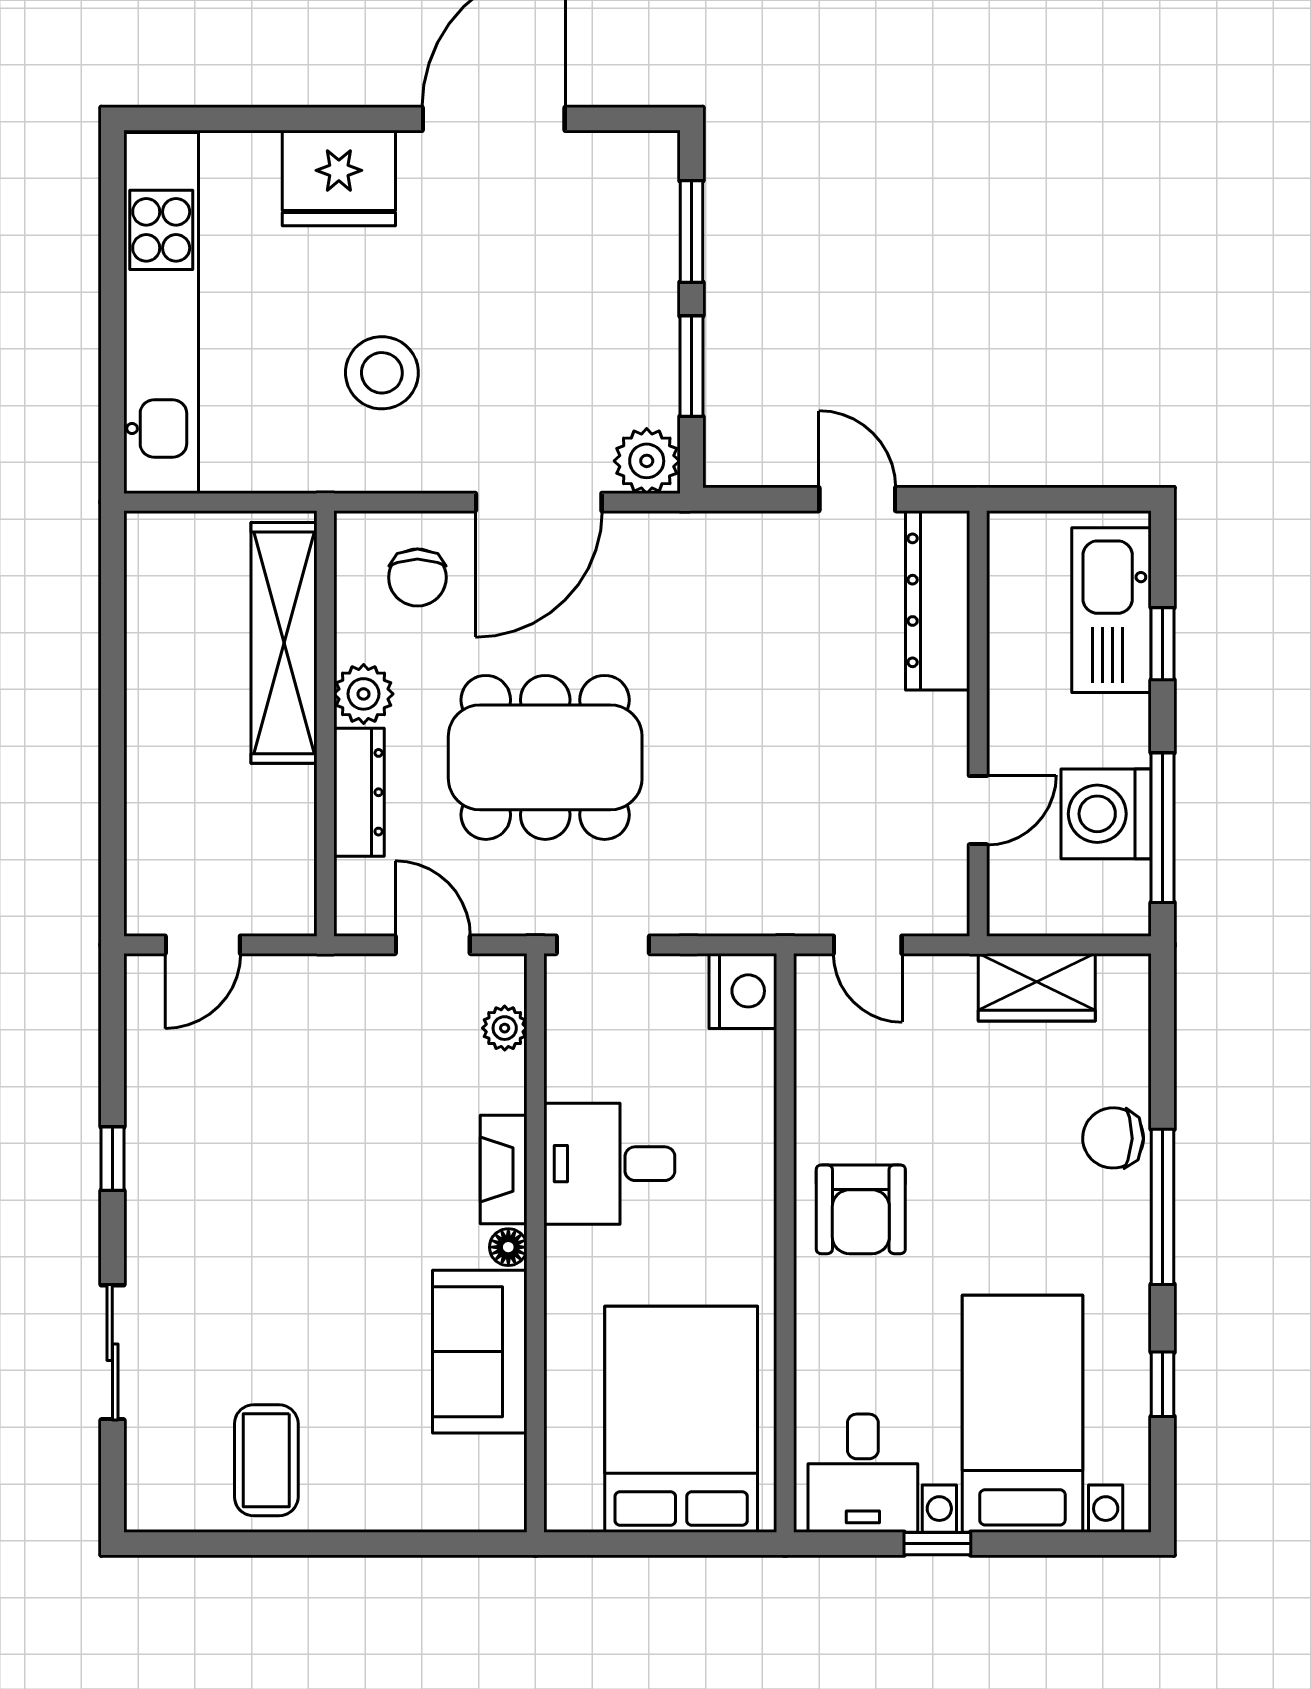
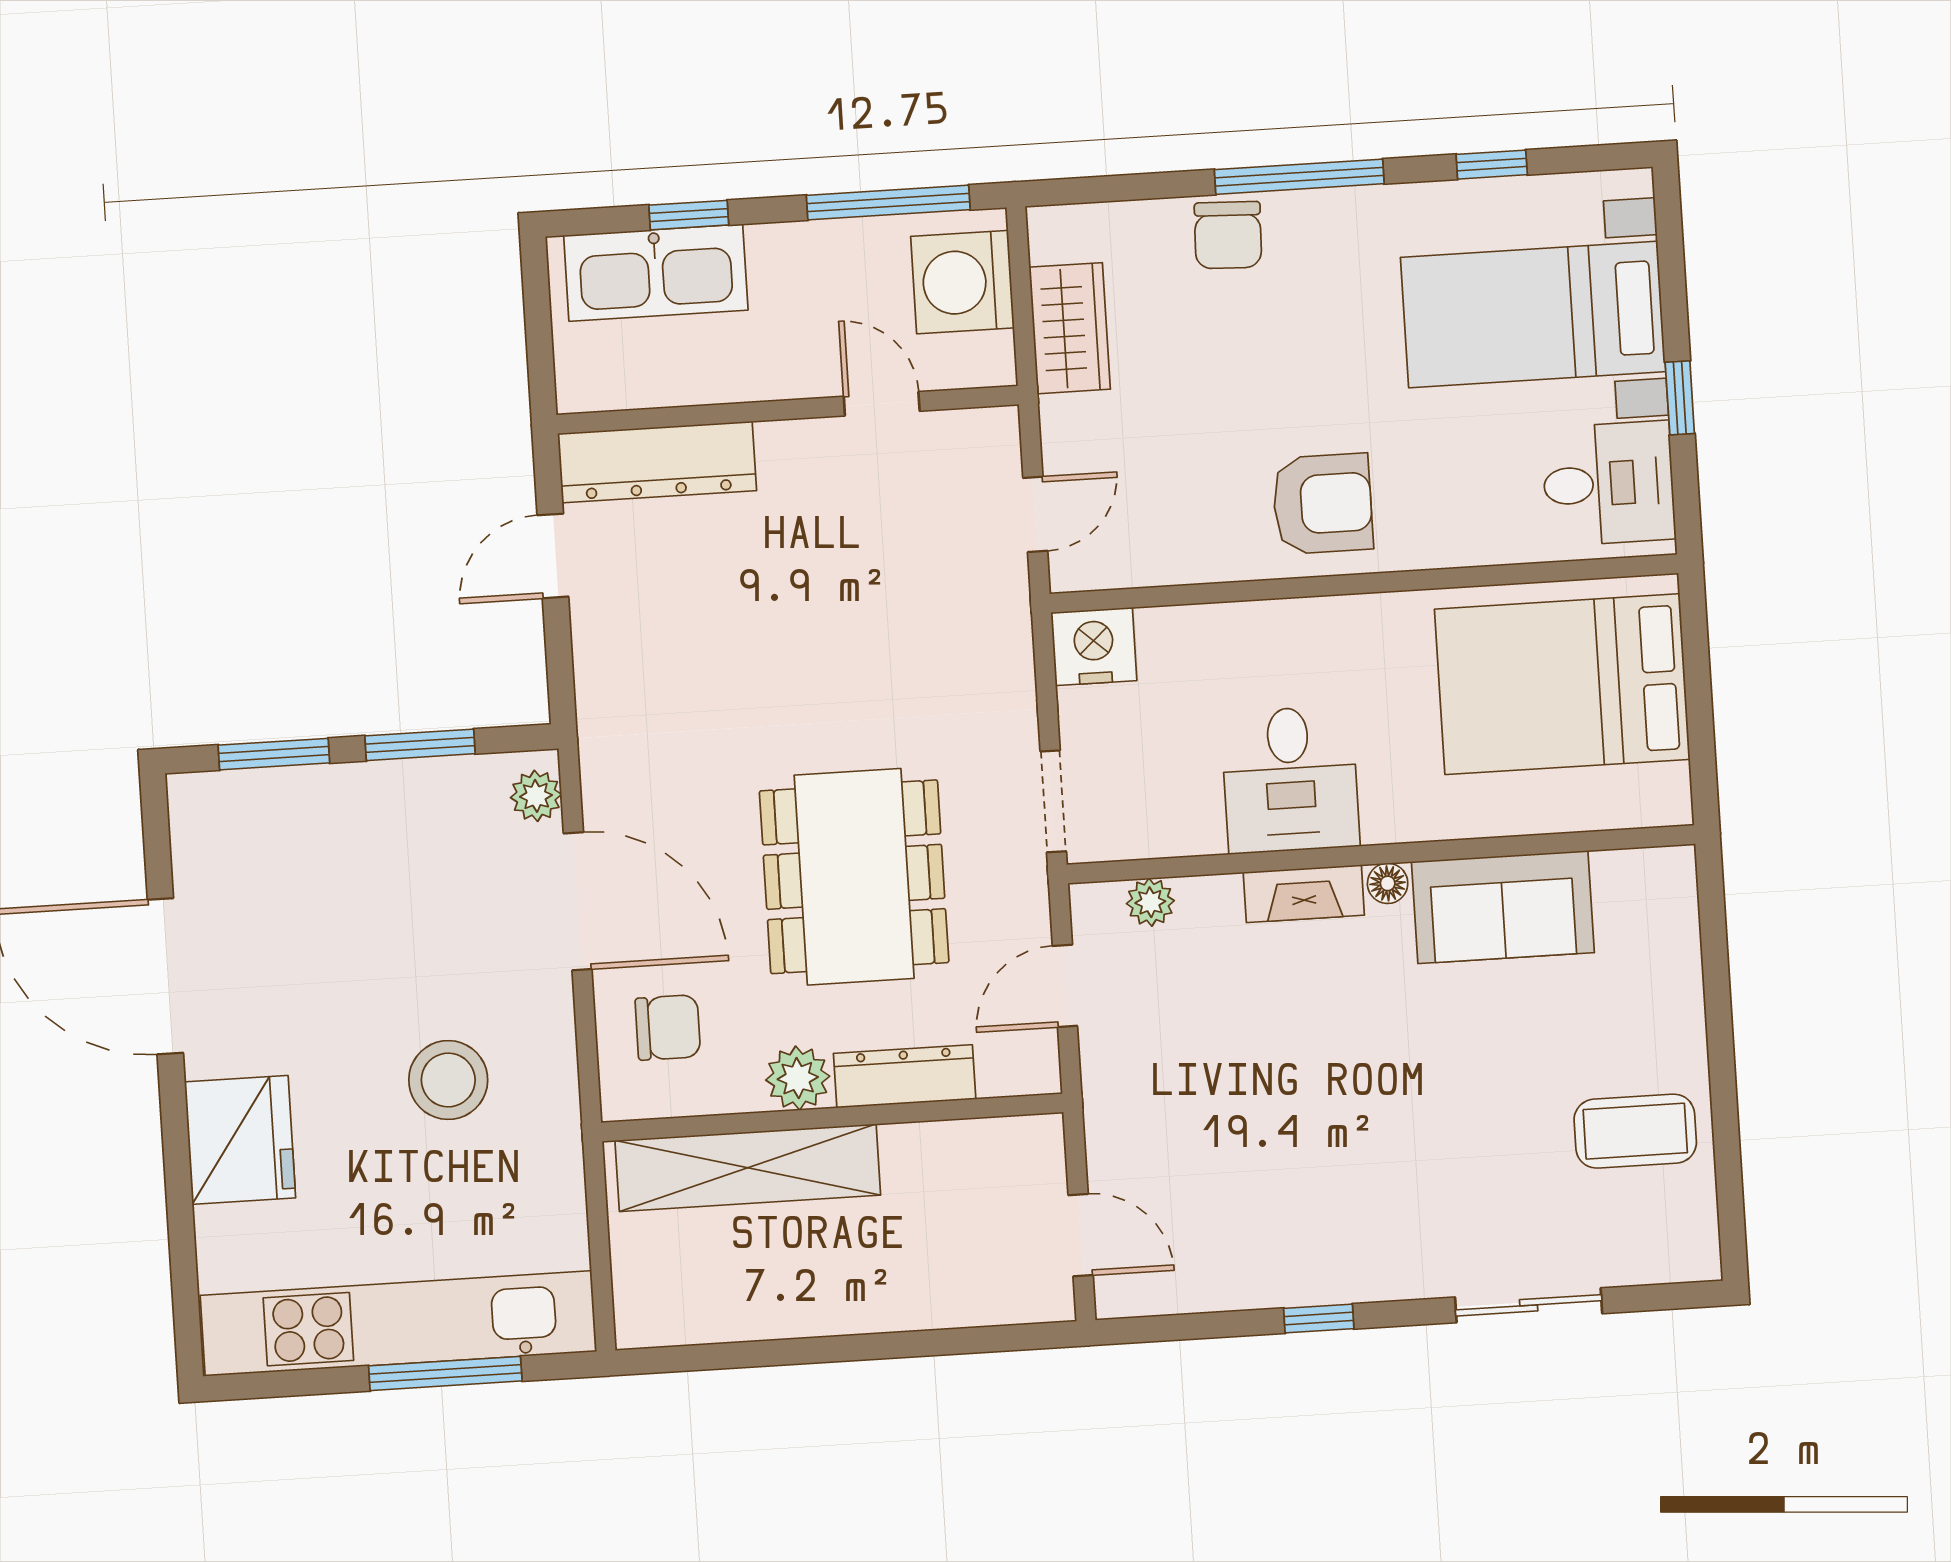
window: (112, 353) -> (445, 1373), added
plant: (647, 461) -> (536, 796), width x0.73, depth x0.73
washing machine: (1106, 814) -> (962, 282), moved, turned 90

